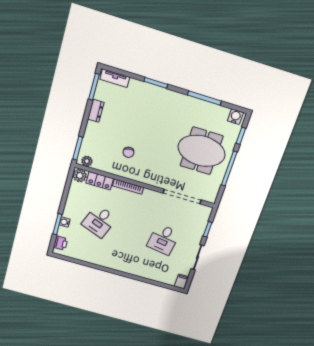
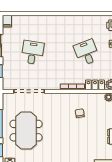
meeting table: (202, 151) -> (26, 131), turned 90
desk: (99, 221) -> (87, 53), turned -42

